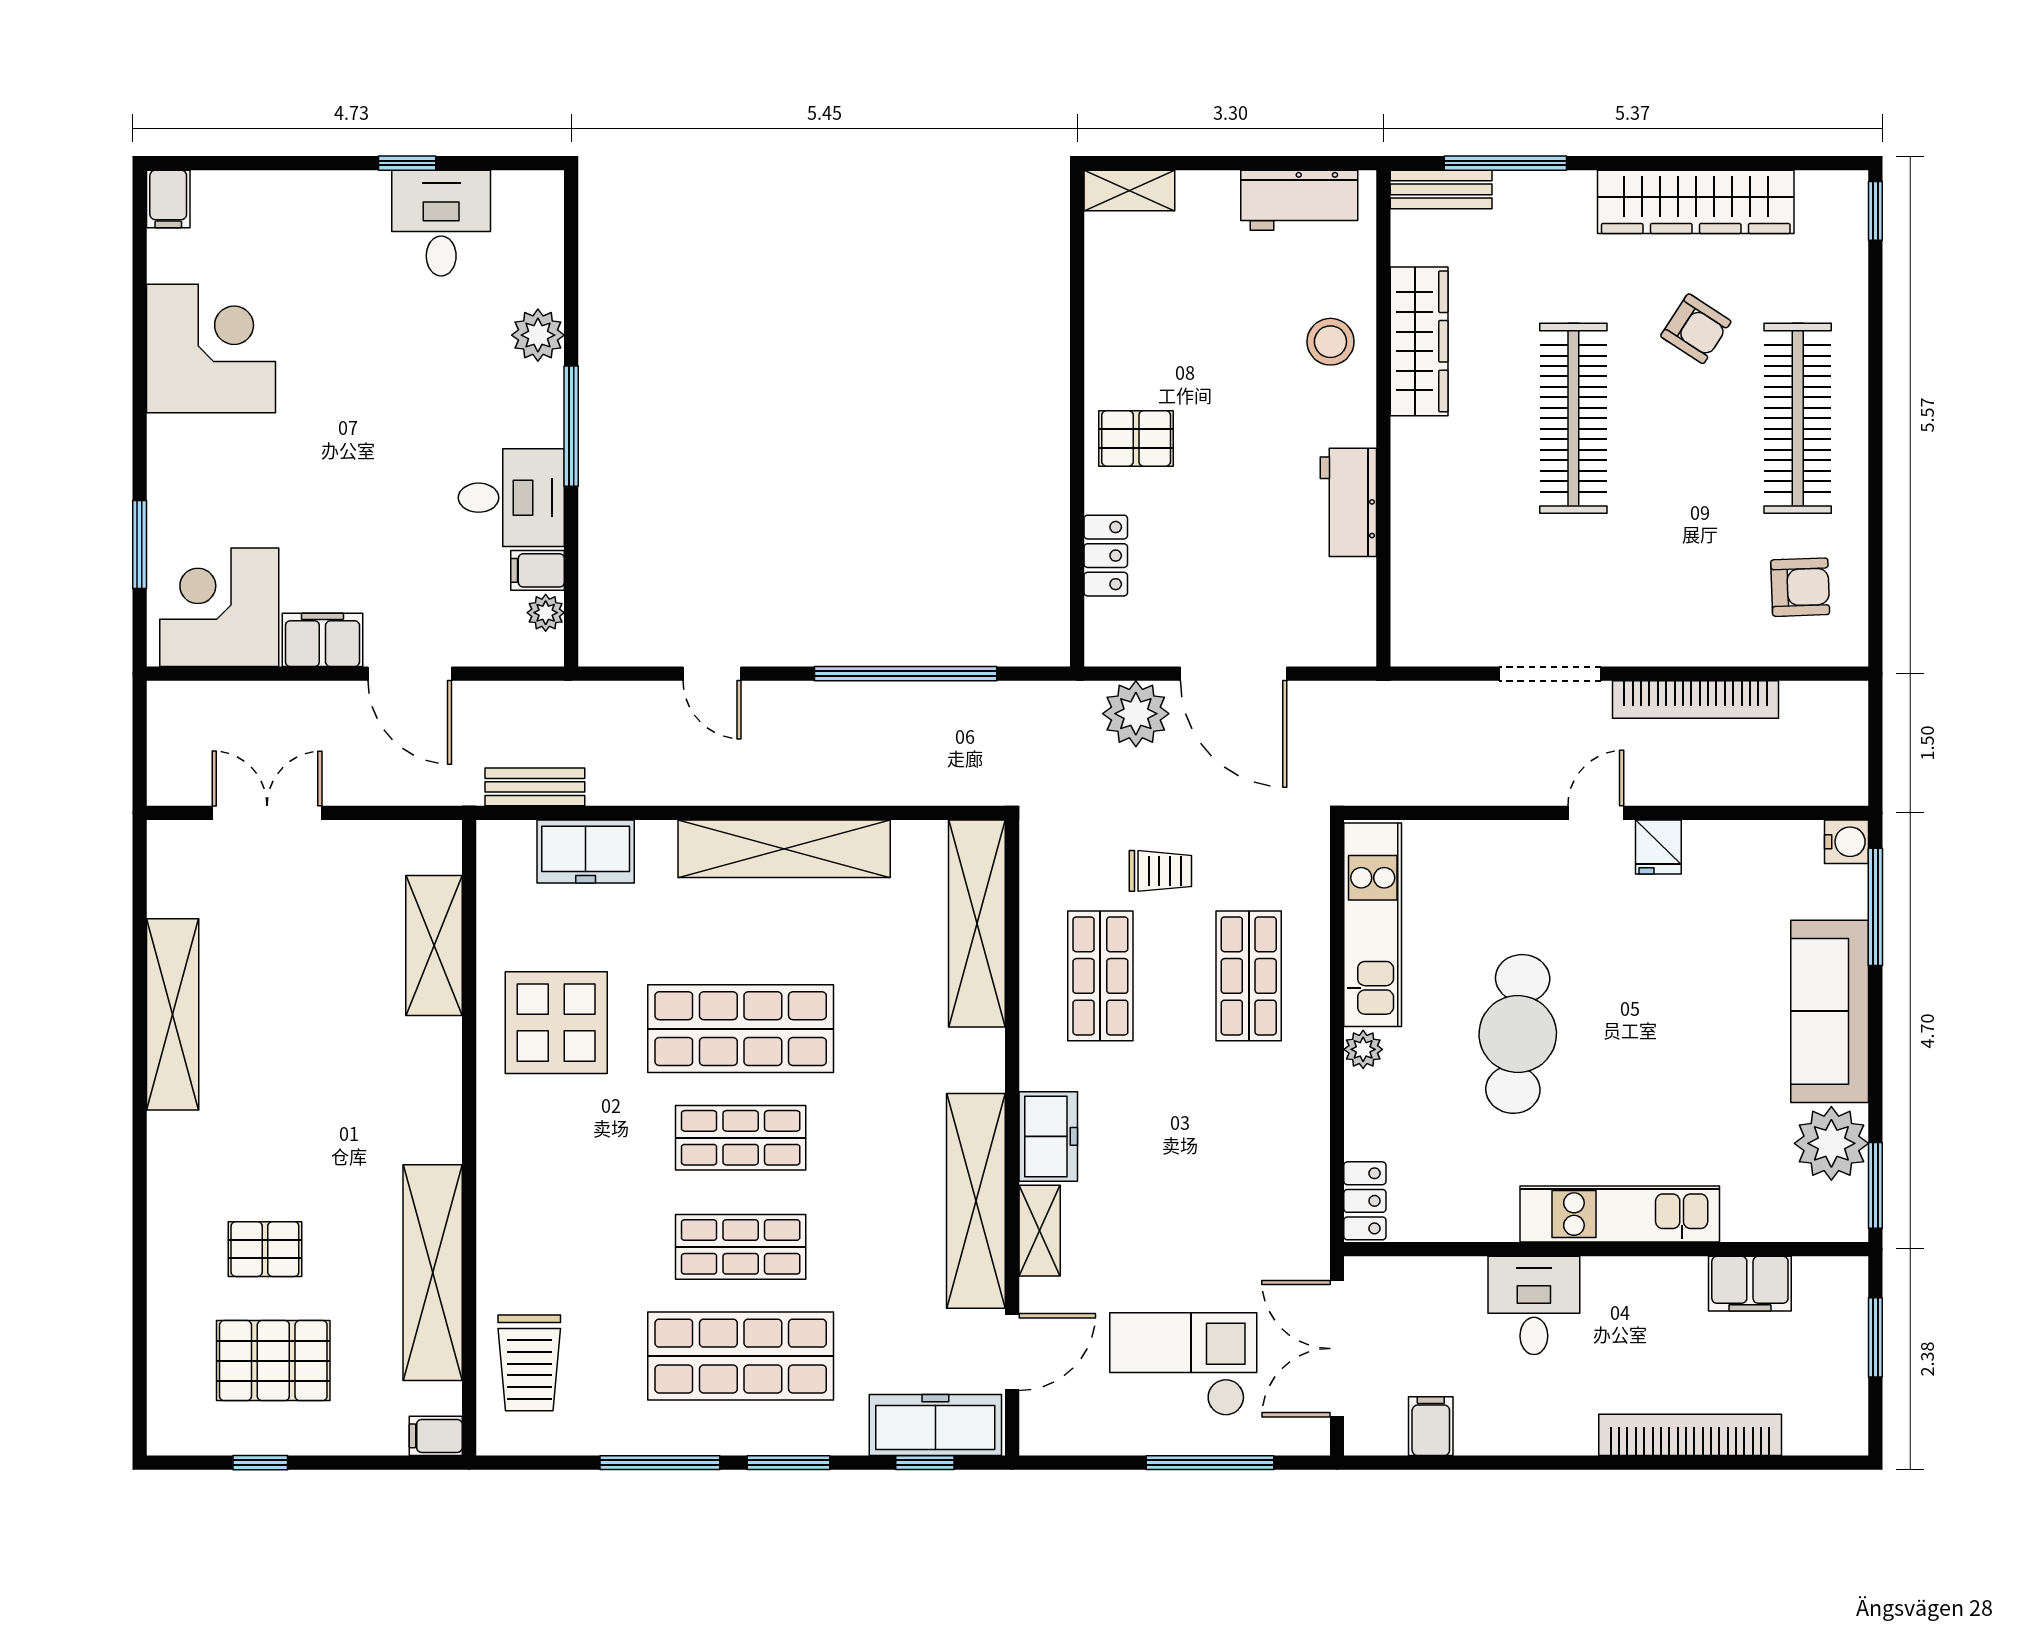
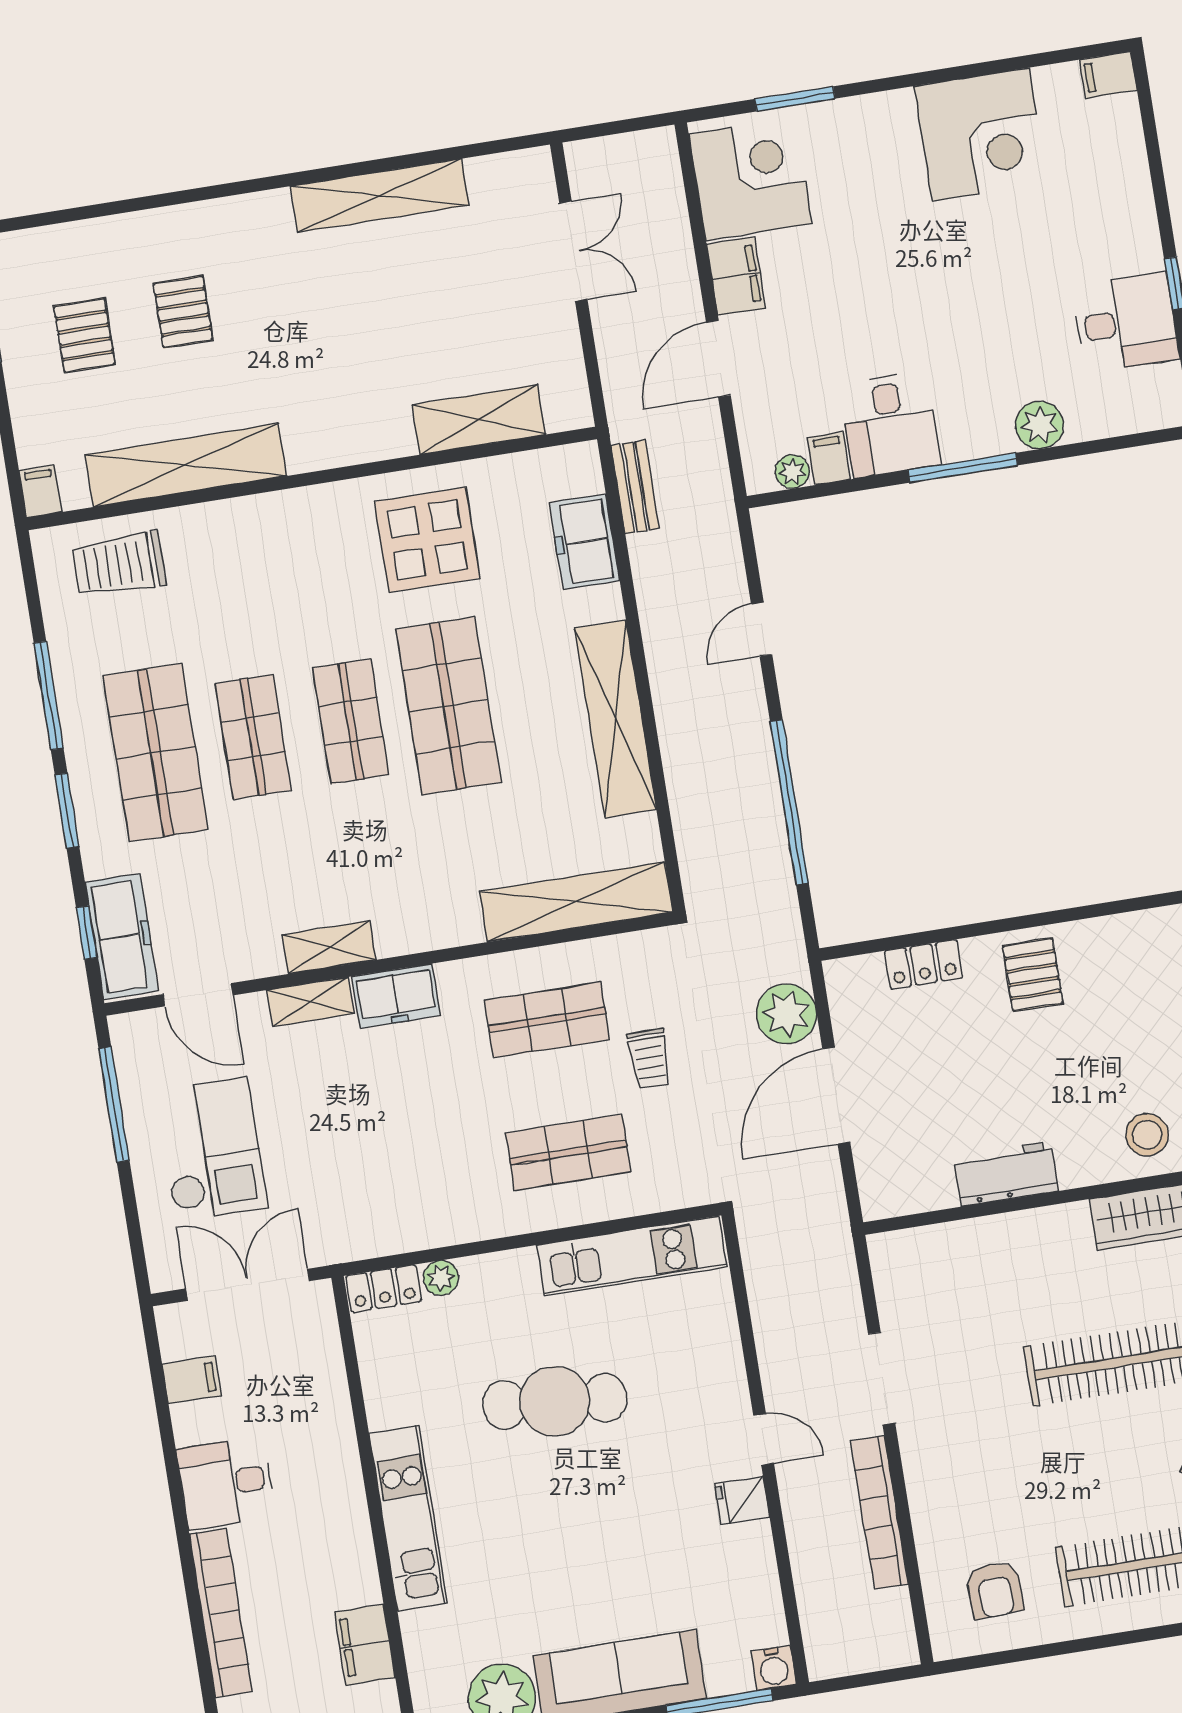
plant: (1363, 1049) -> (441, 1278), moved
shelving: (976, 1201) -> (329, 947), width x0.45, depth x0.75
desk: (1534, 1305) -> (226, 1483), moved, turned 180
pallet: (273, 1361) -> (84, 335), width x0.67, depth x0.71
window: (1210, 1463) -> (114, 1104), moved

